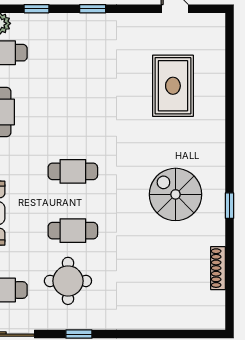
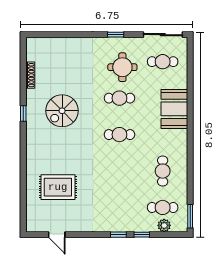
window: (93, 9) -> (118, 235), moved
rug: (173, 86) -> (58, 187), turned 90
spiral stairs: (176, 194) -> (62, 111), moved, turned 90

